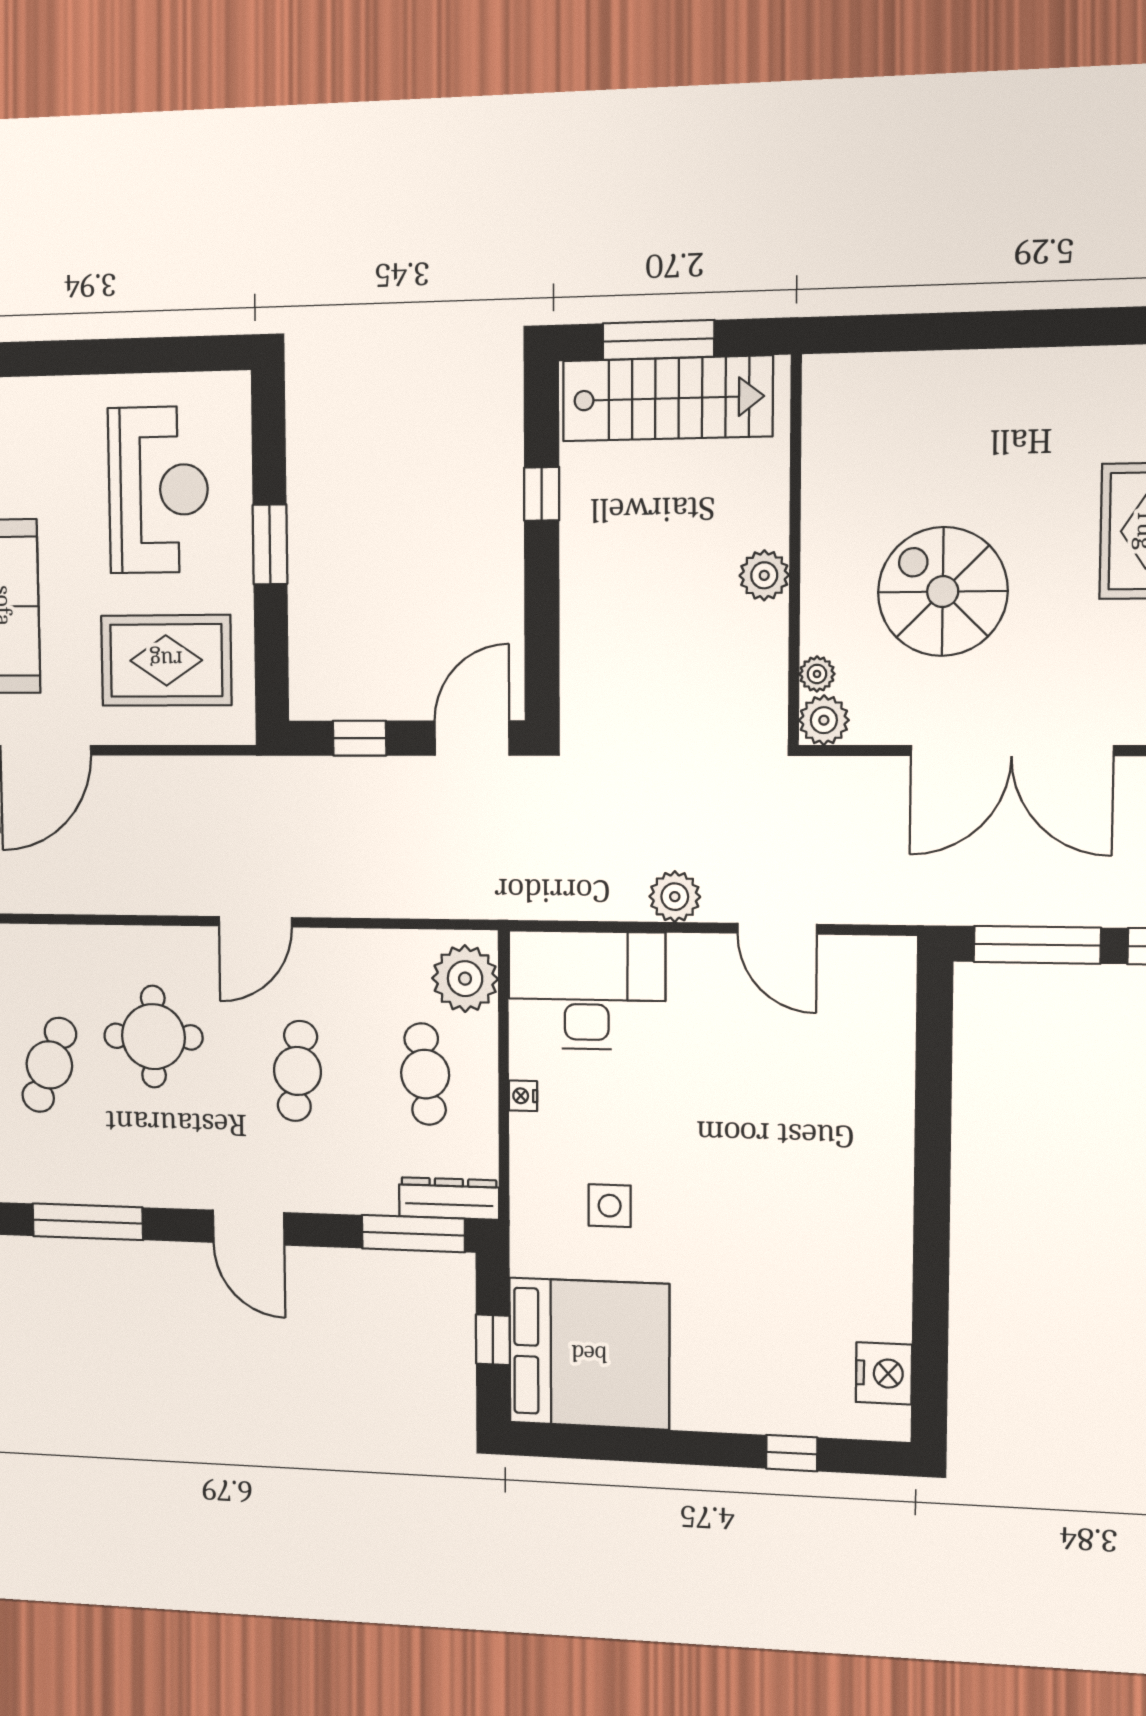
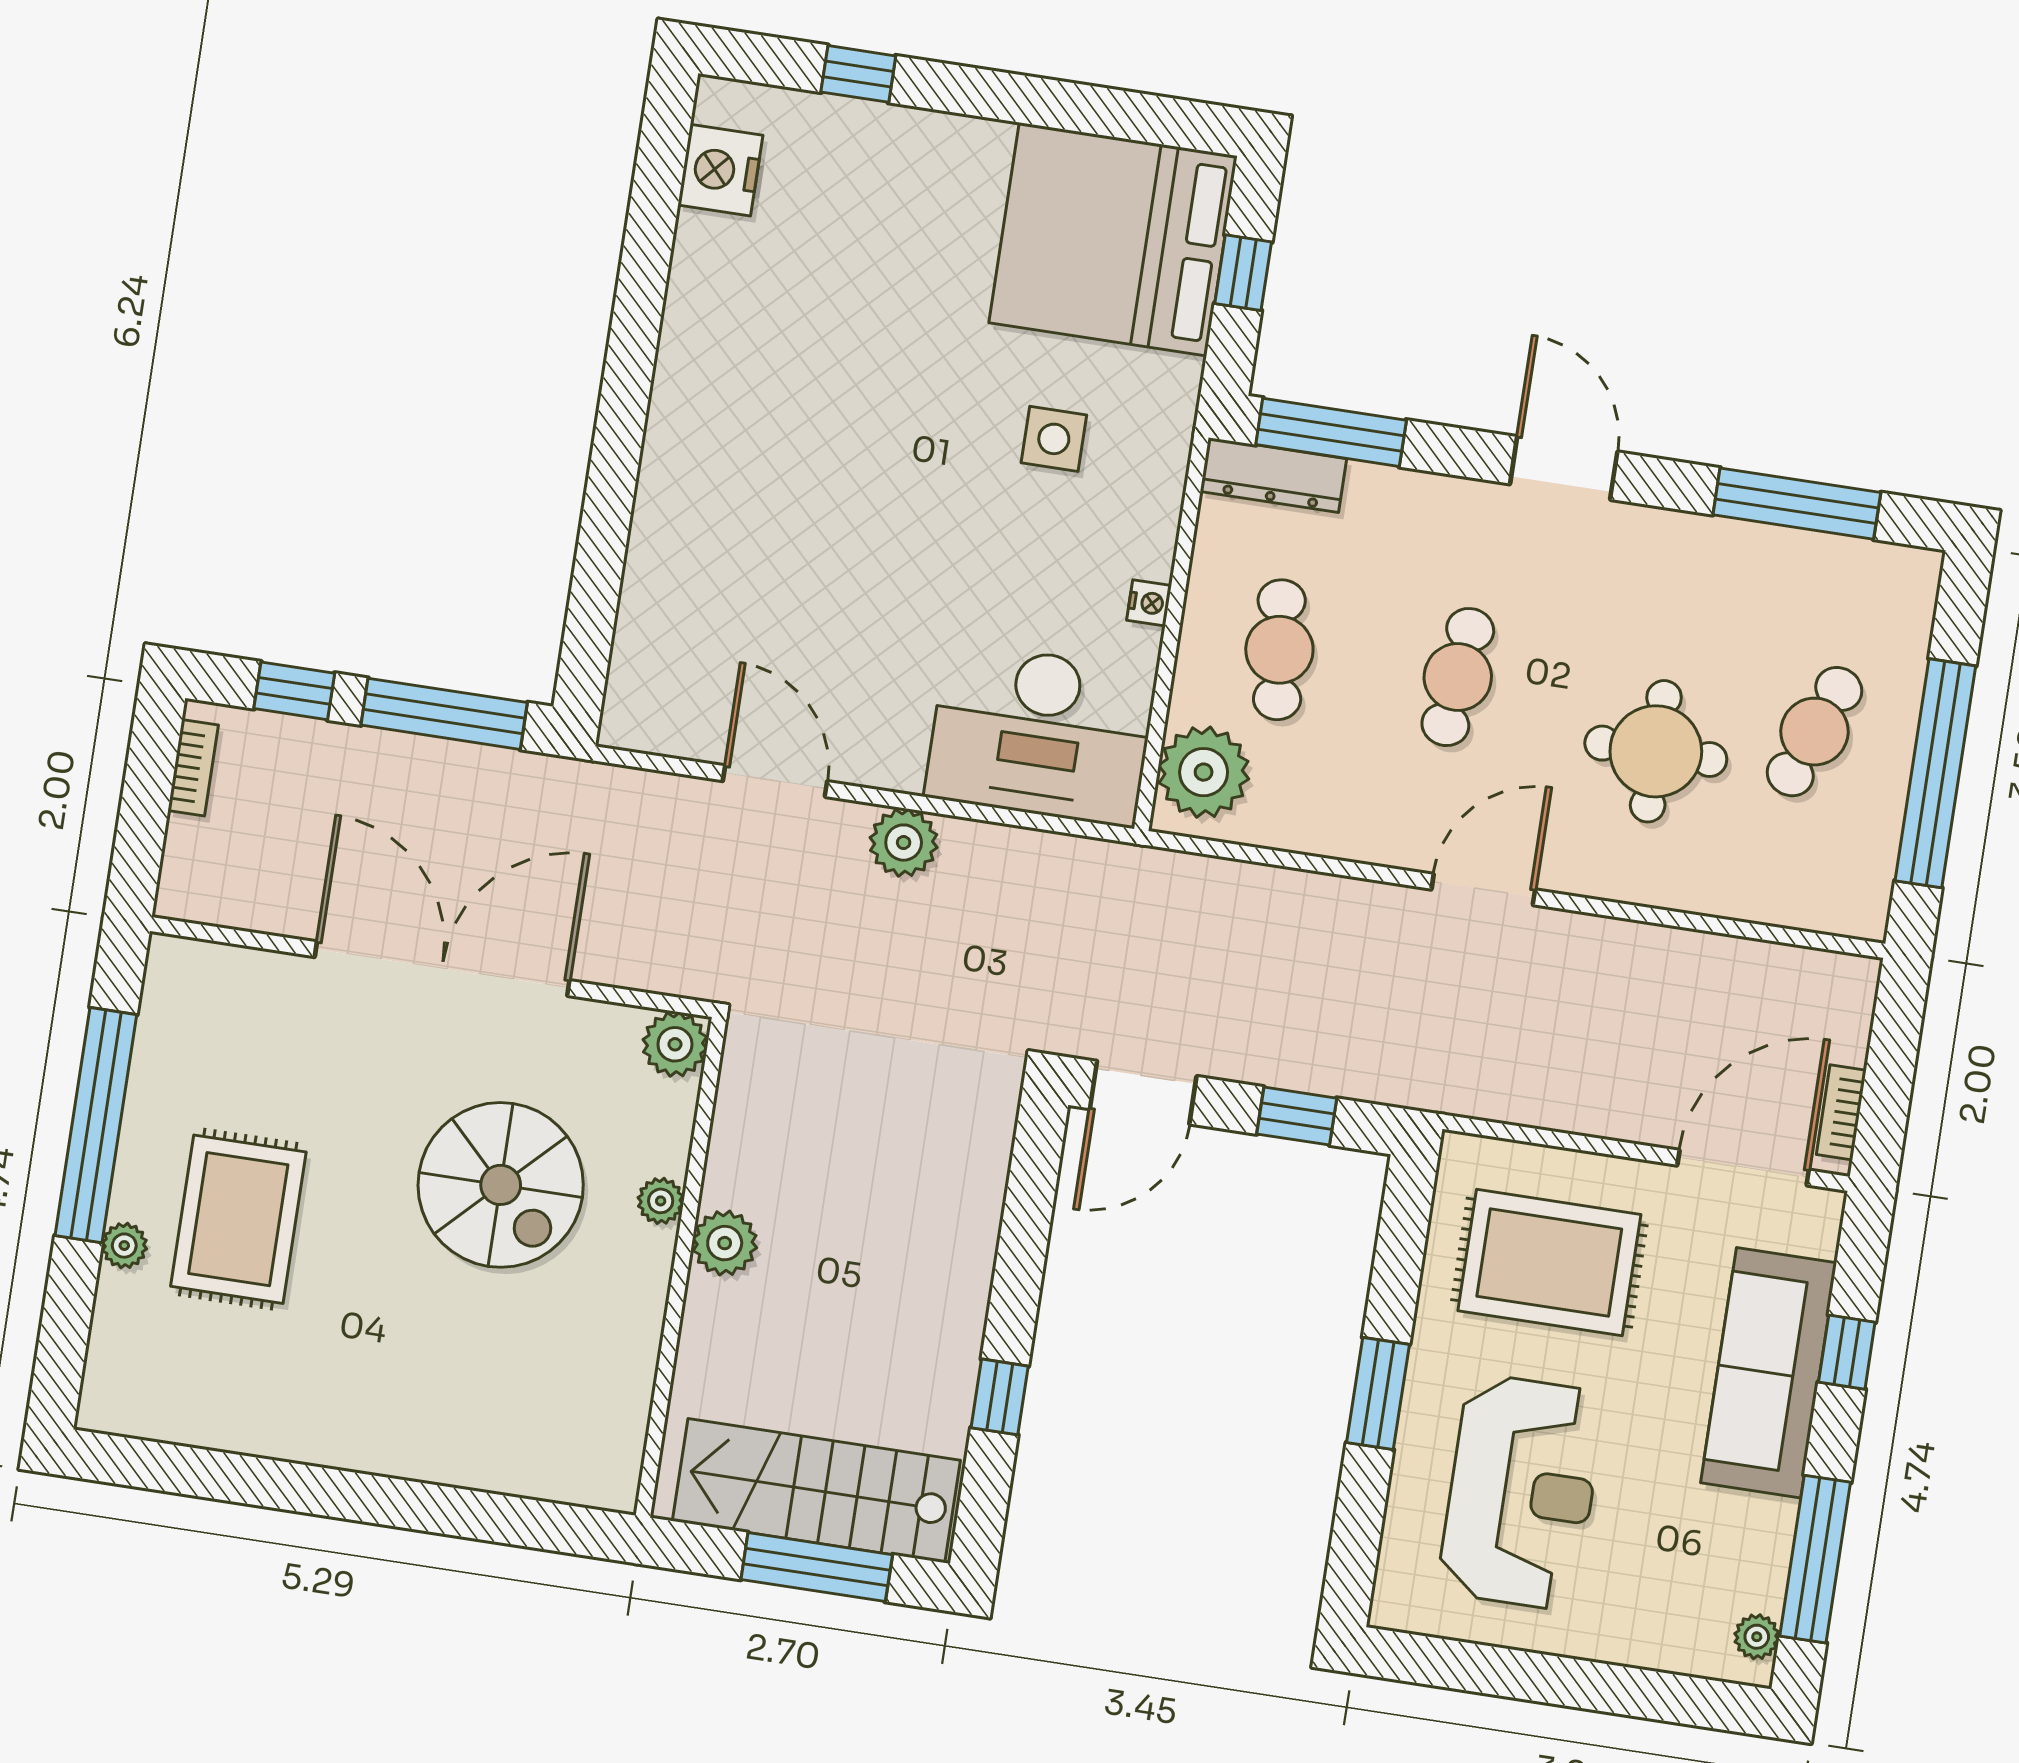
reception desk: (158, 490) -> (1521, 1492), turned 180
plant: (817, 674) -> (661, 1201), moved

